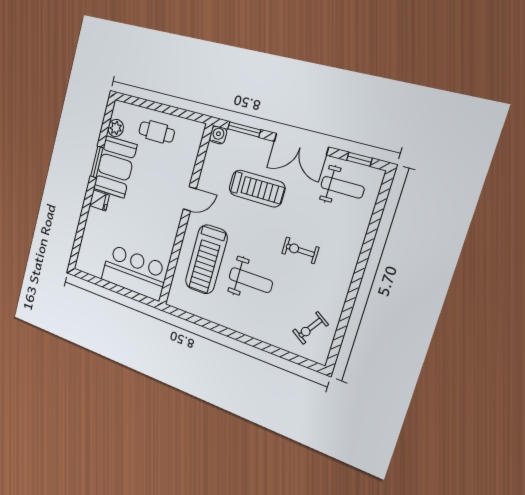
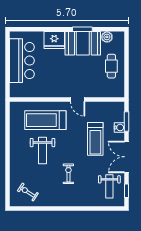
water cooler: (218, 135) -> (119, 128), moved
fridge: (99, 200) -> (54, 40), width x1.88, depth x1.34
bar counter: (134, 272) -> (22, 61), moved

